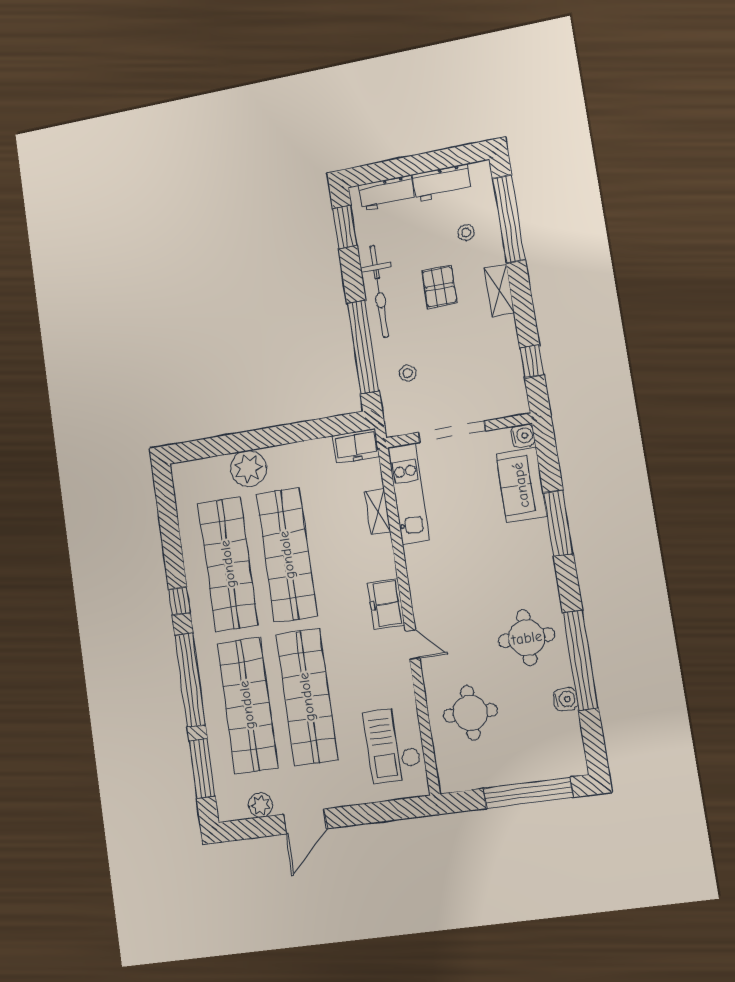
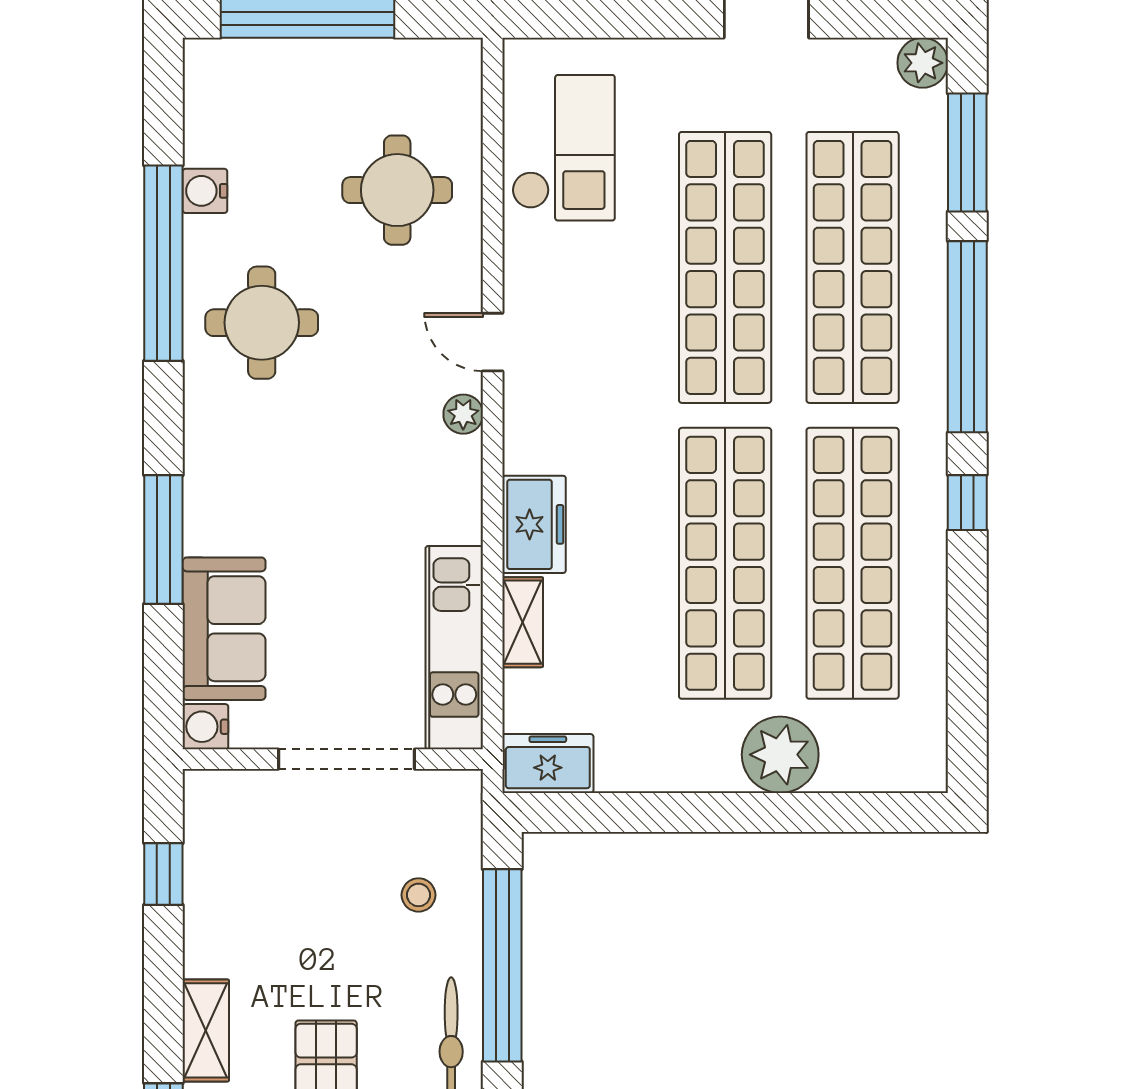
freezer: (386, 604) -> (534, 524), moved
plant: (421, 607) -> (463, 414), added
plant: (261, 805) -> (923, 63), moved

